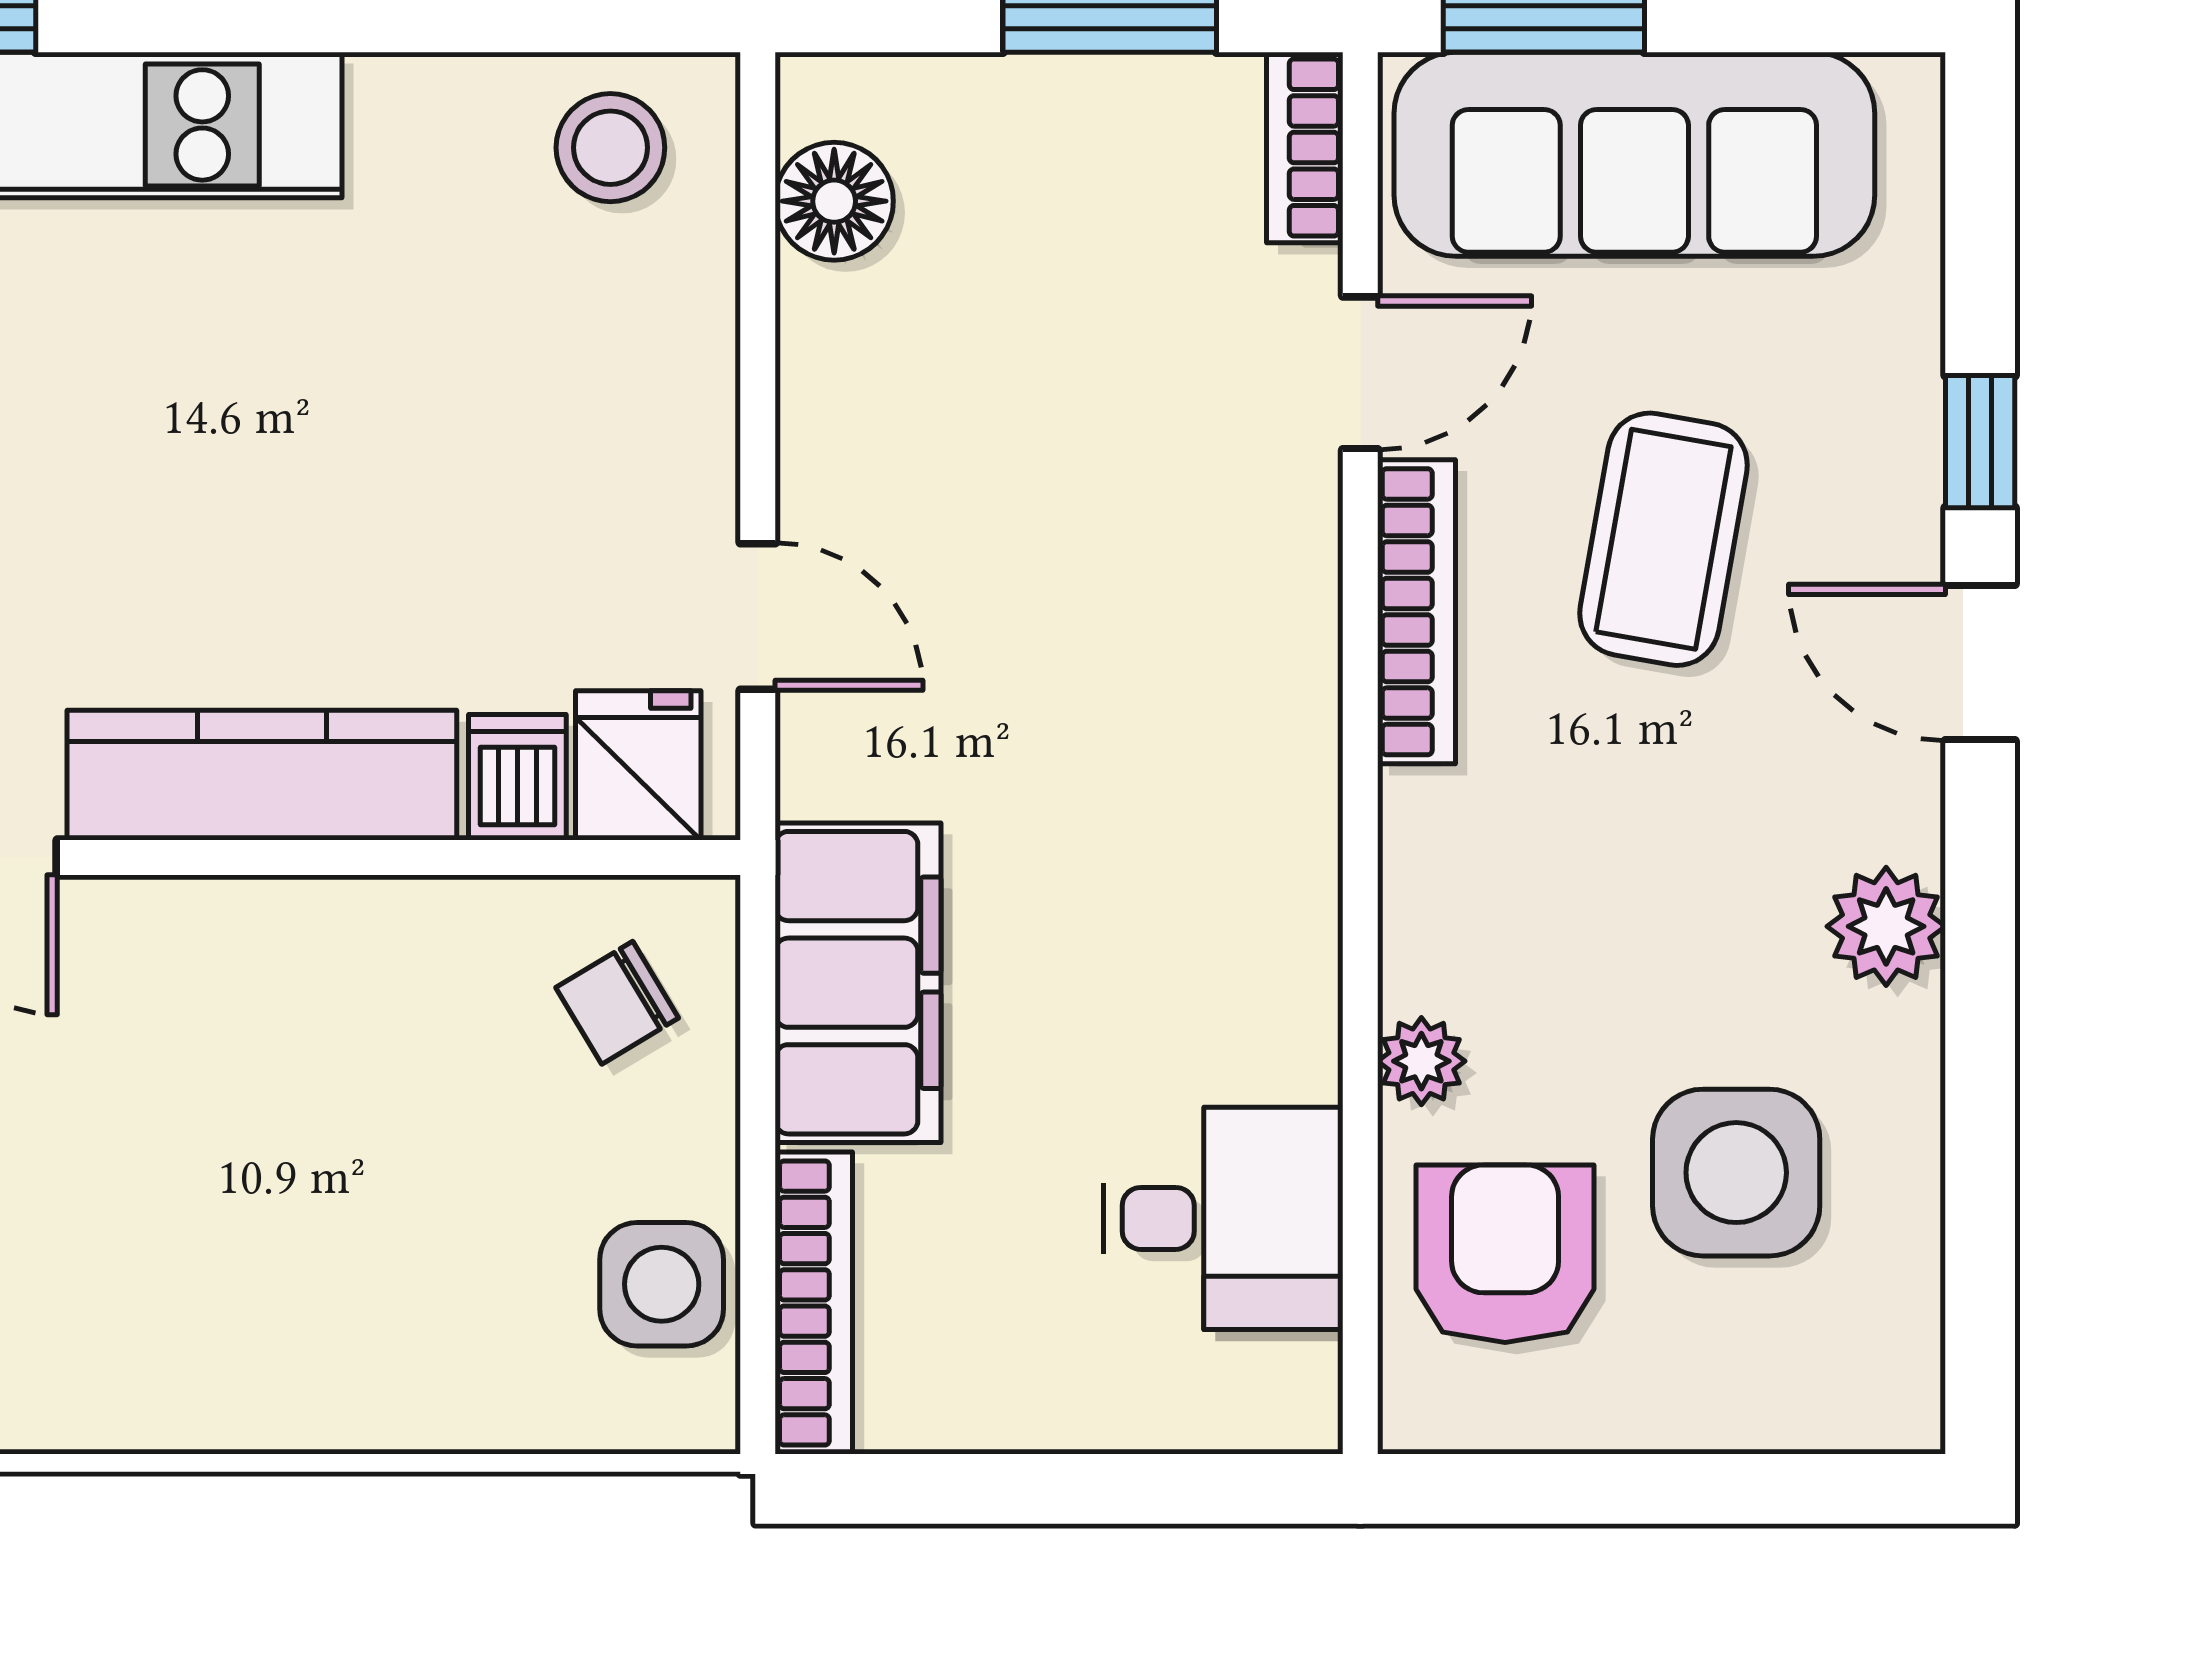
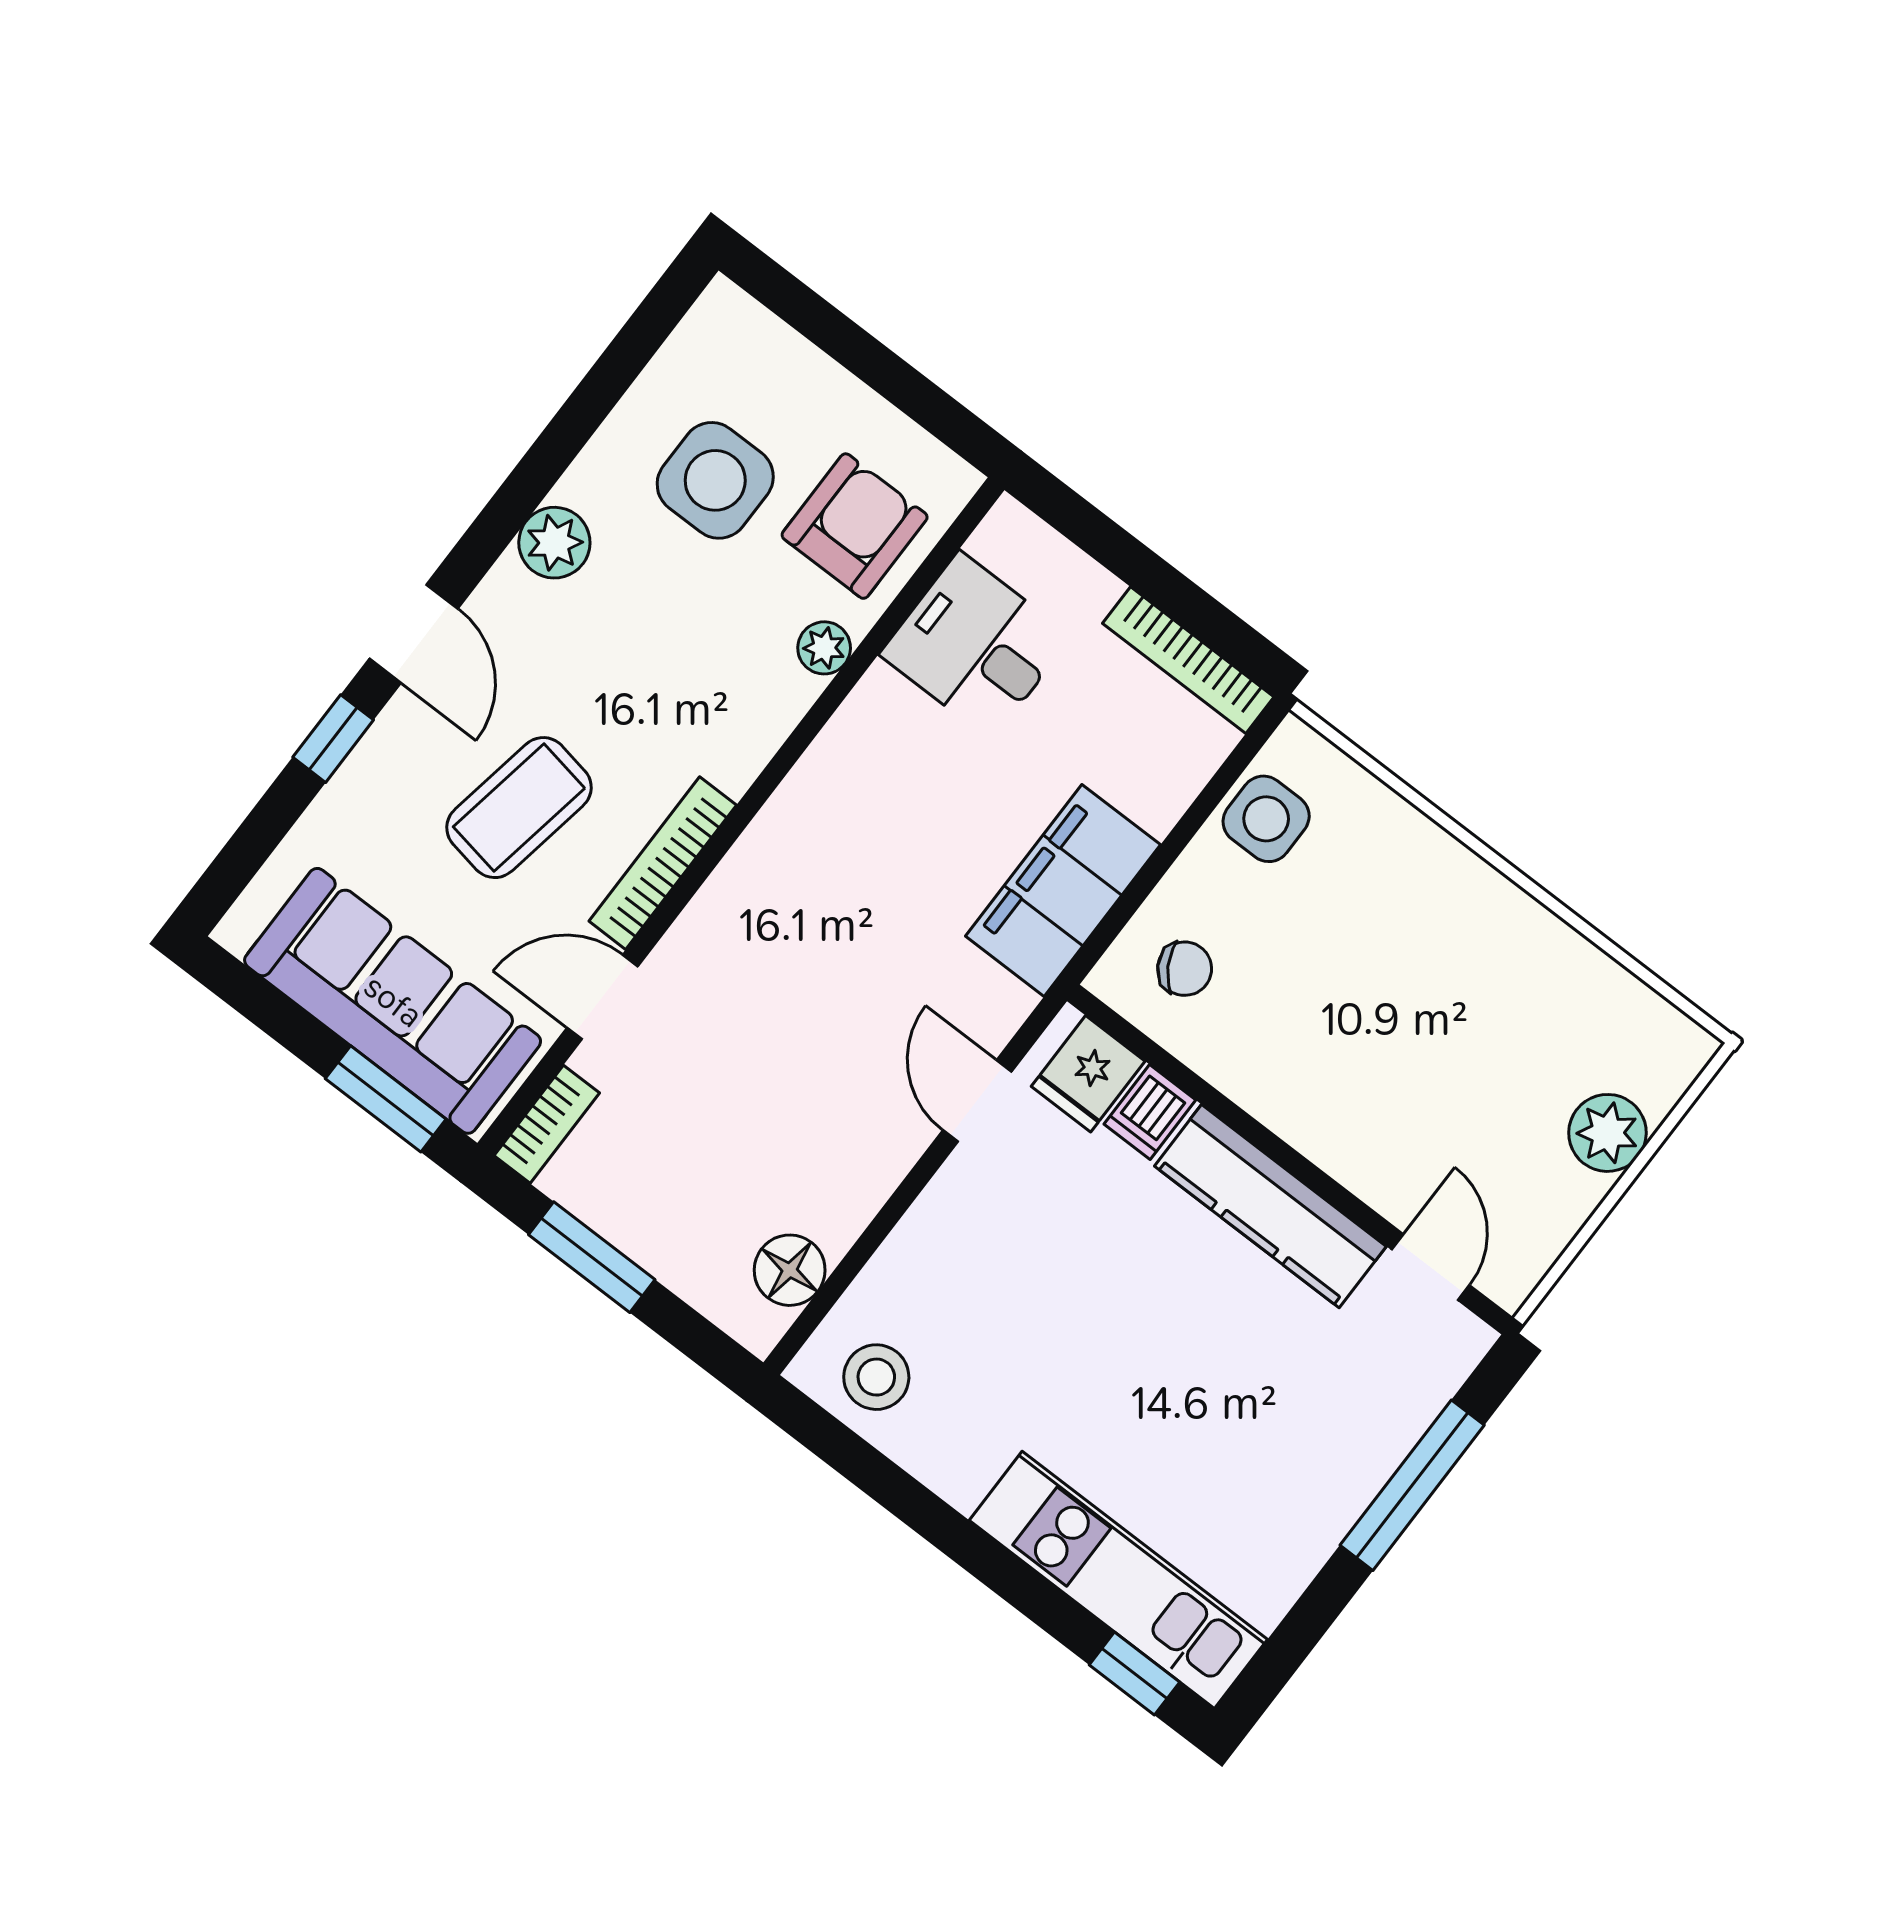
armchair: (1505, 1254) -> (855, 526), turned 180
bookcase: (814, 1303) -> (1188, 660), moved, turned -90

